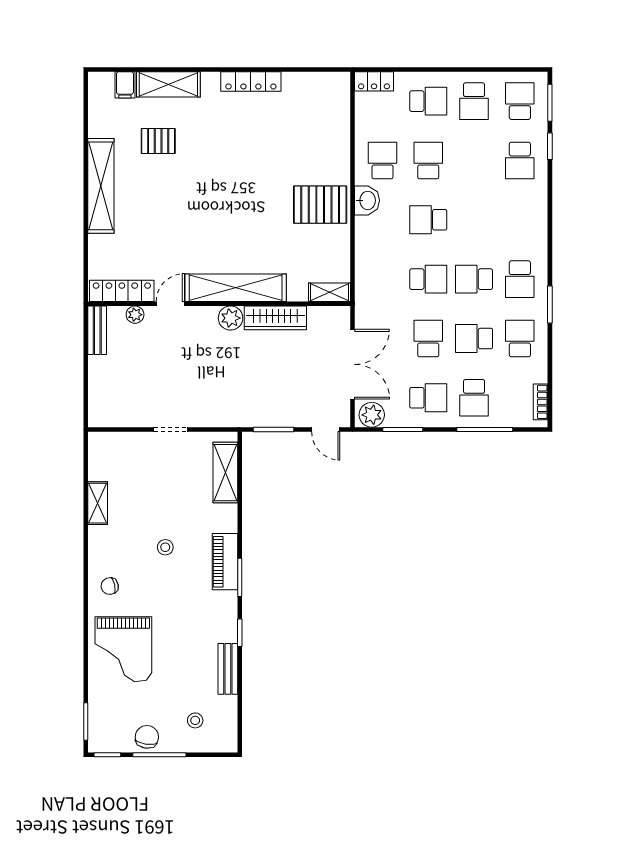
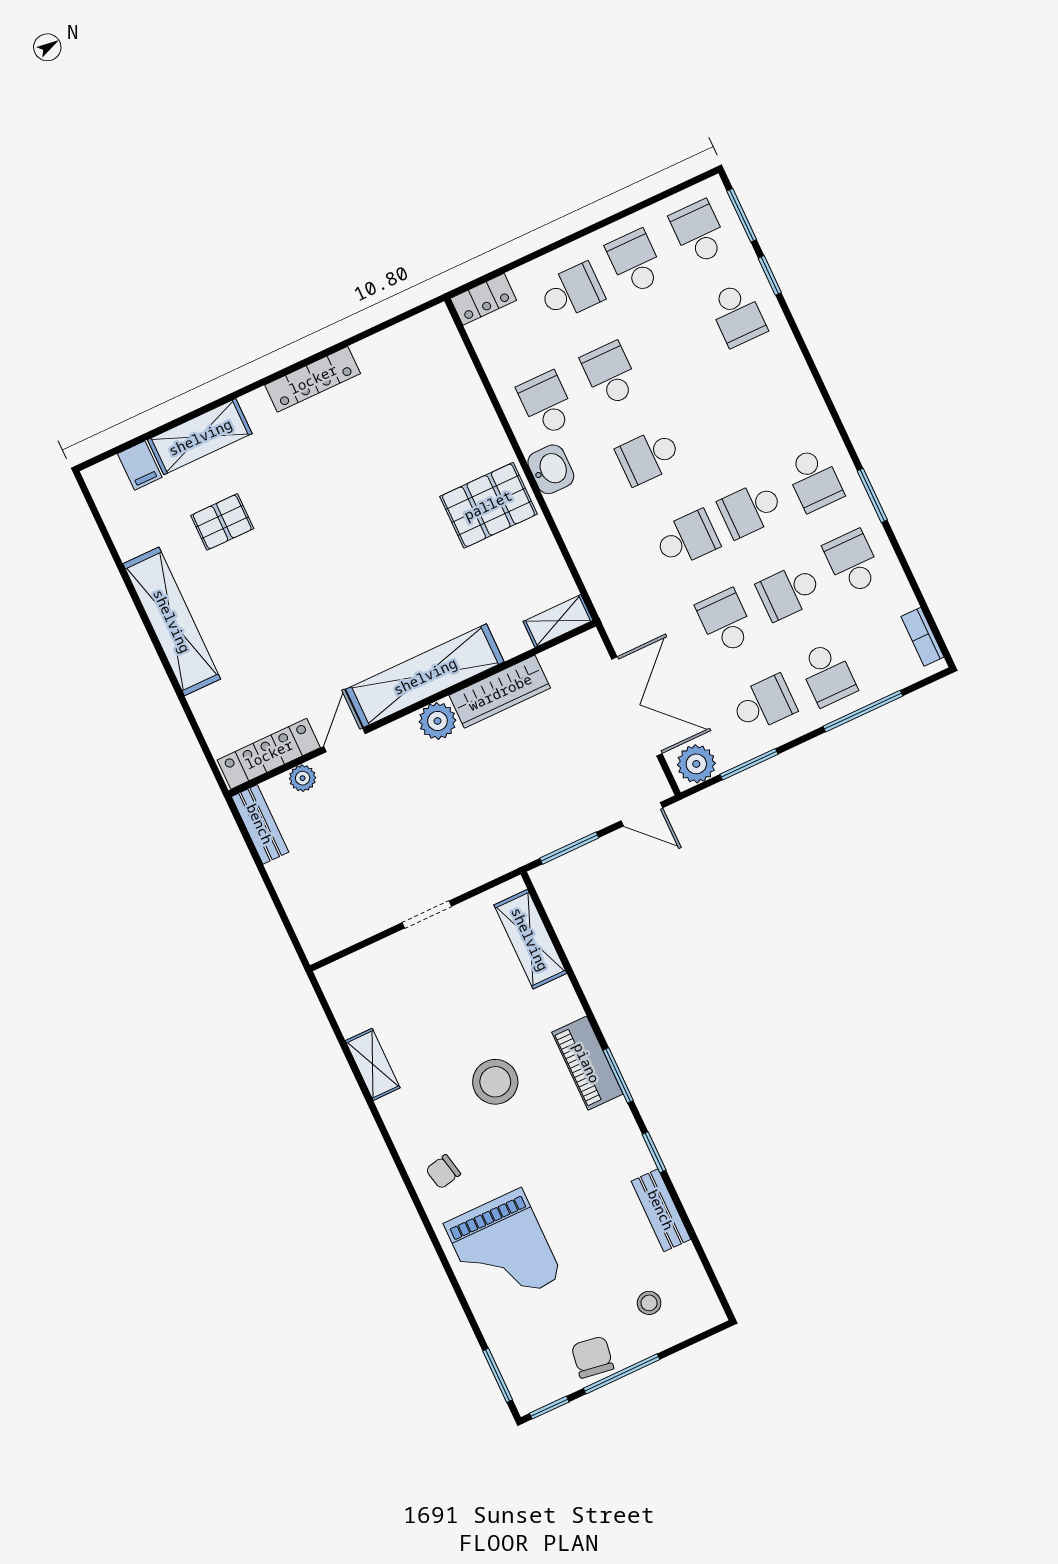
school desk: (474, 101) -> (635, 262), turned 180
stool: (165, 547) -> (495, 1082), width x1.89, depth x1.89

